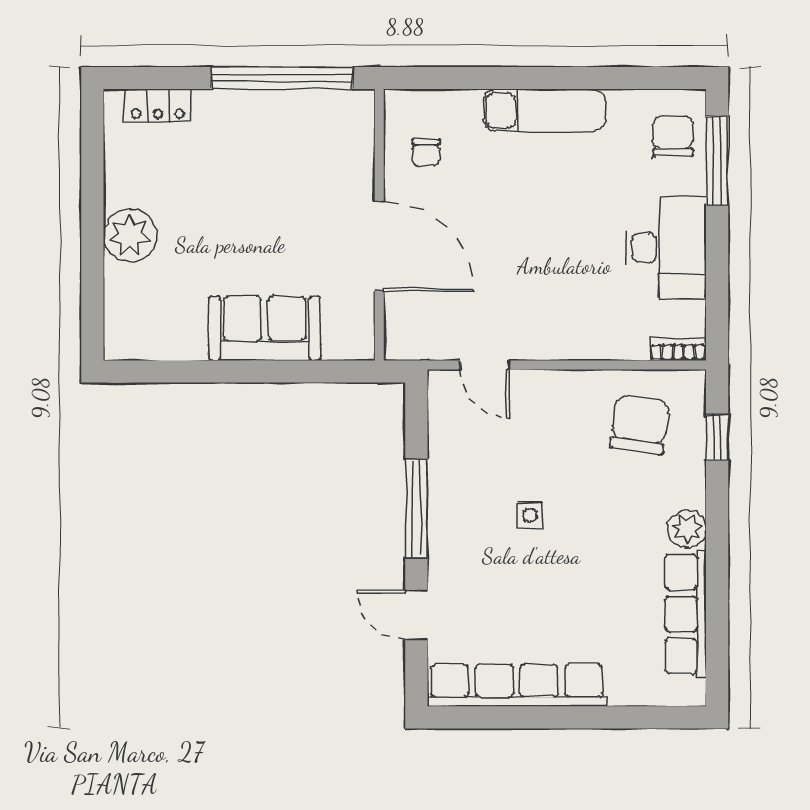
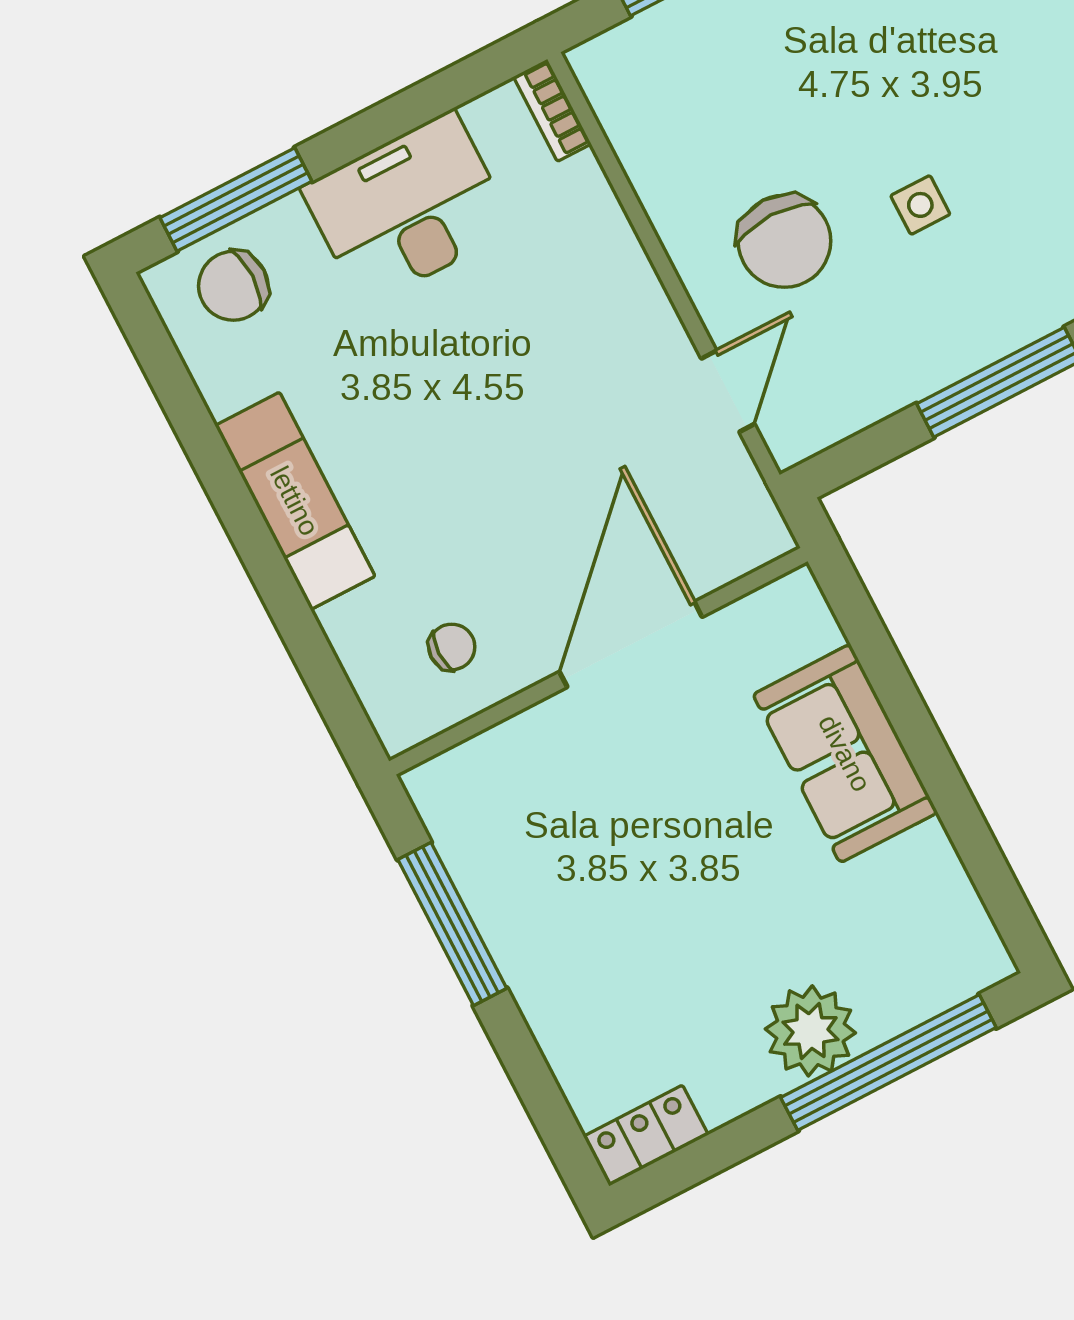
window: (282, 78) -> (452, 924), width x0.68
locker: (158, 105) -> (646, 1136), moved, turned -90
window: (92, 268) -> (888, 1063), added
chair: (640, 424) -> (784, 241), moved, turned -98

